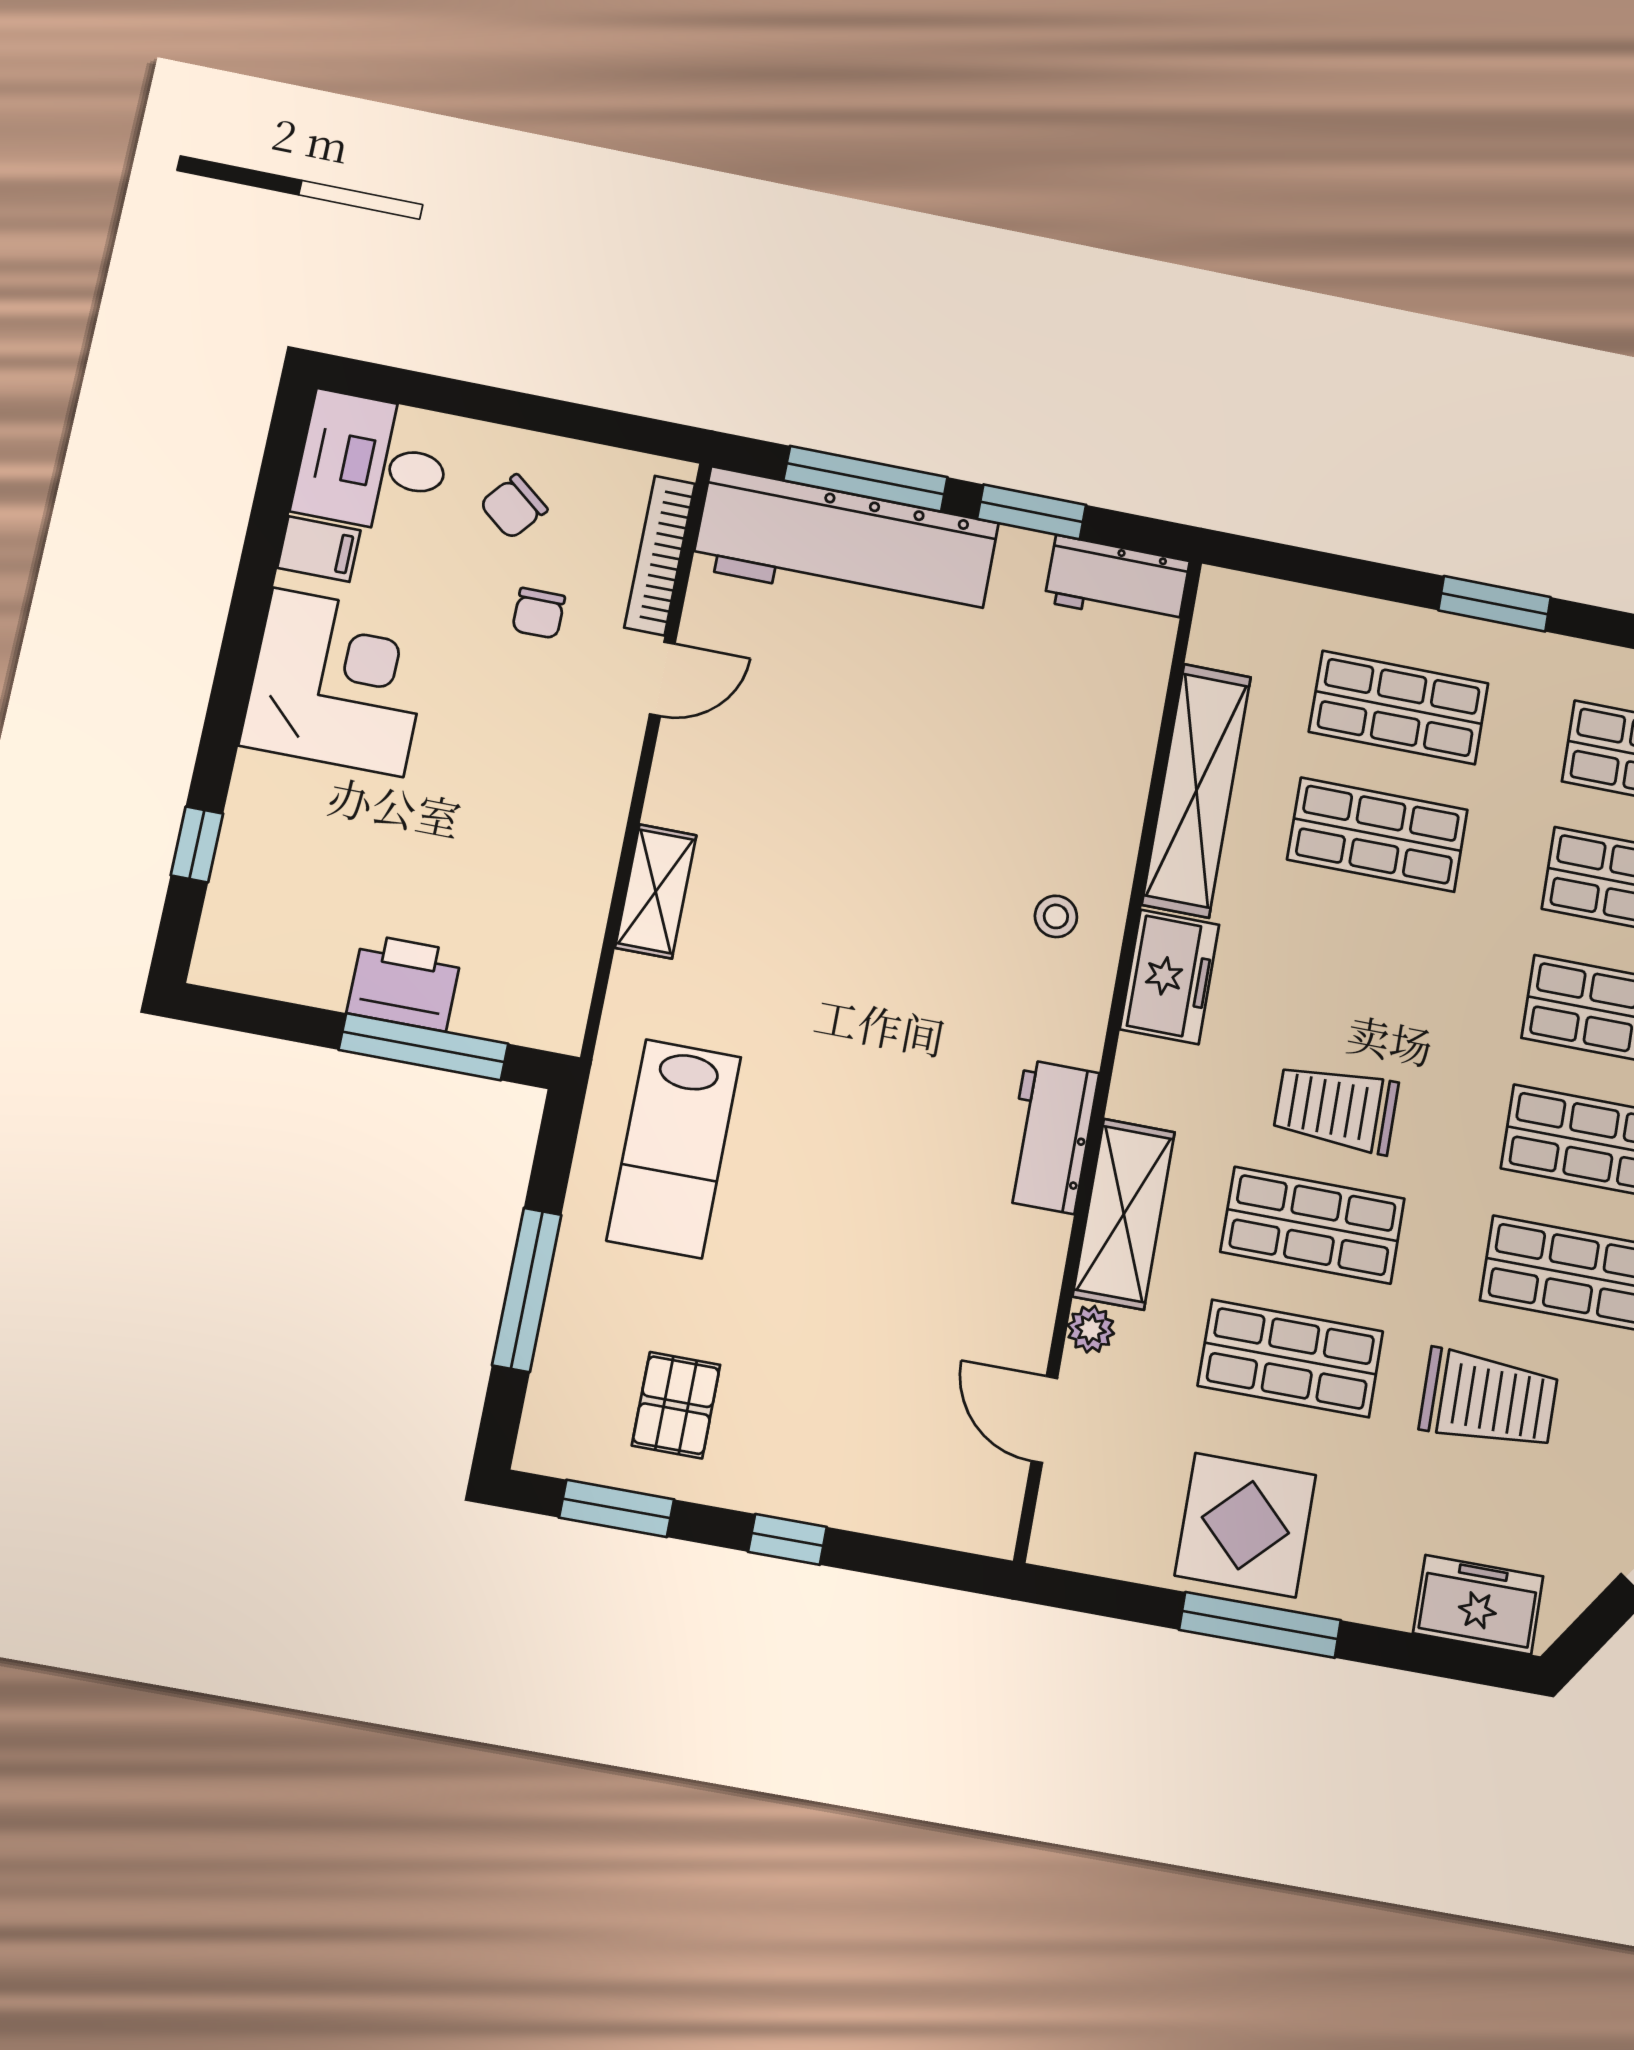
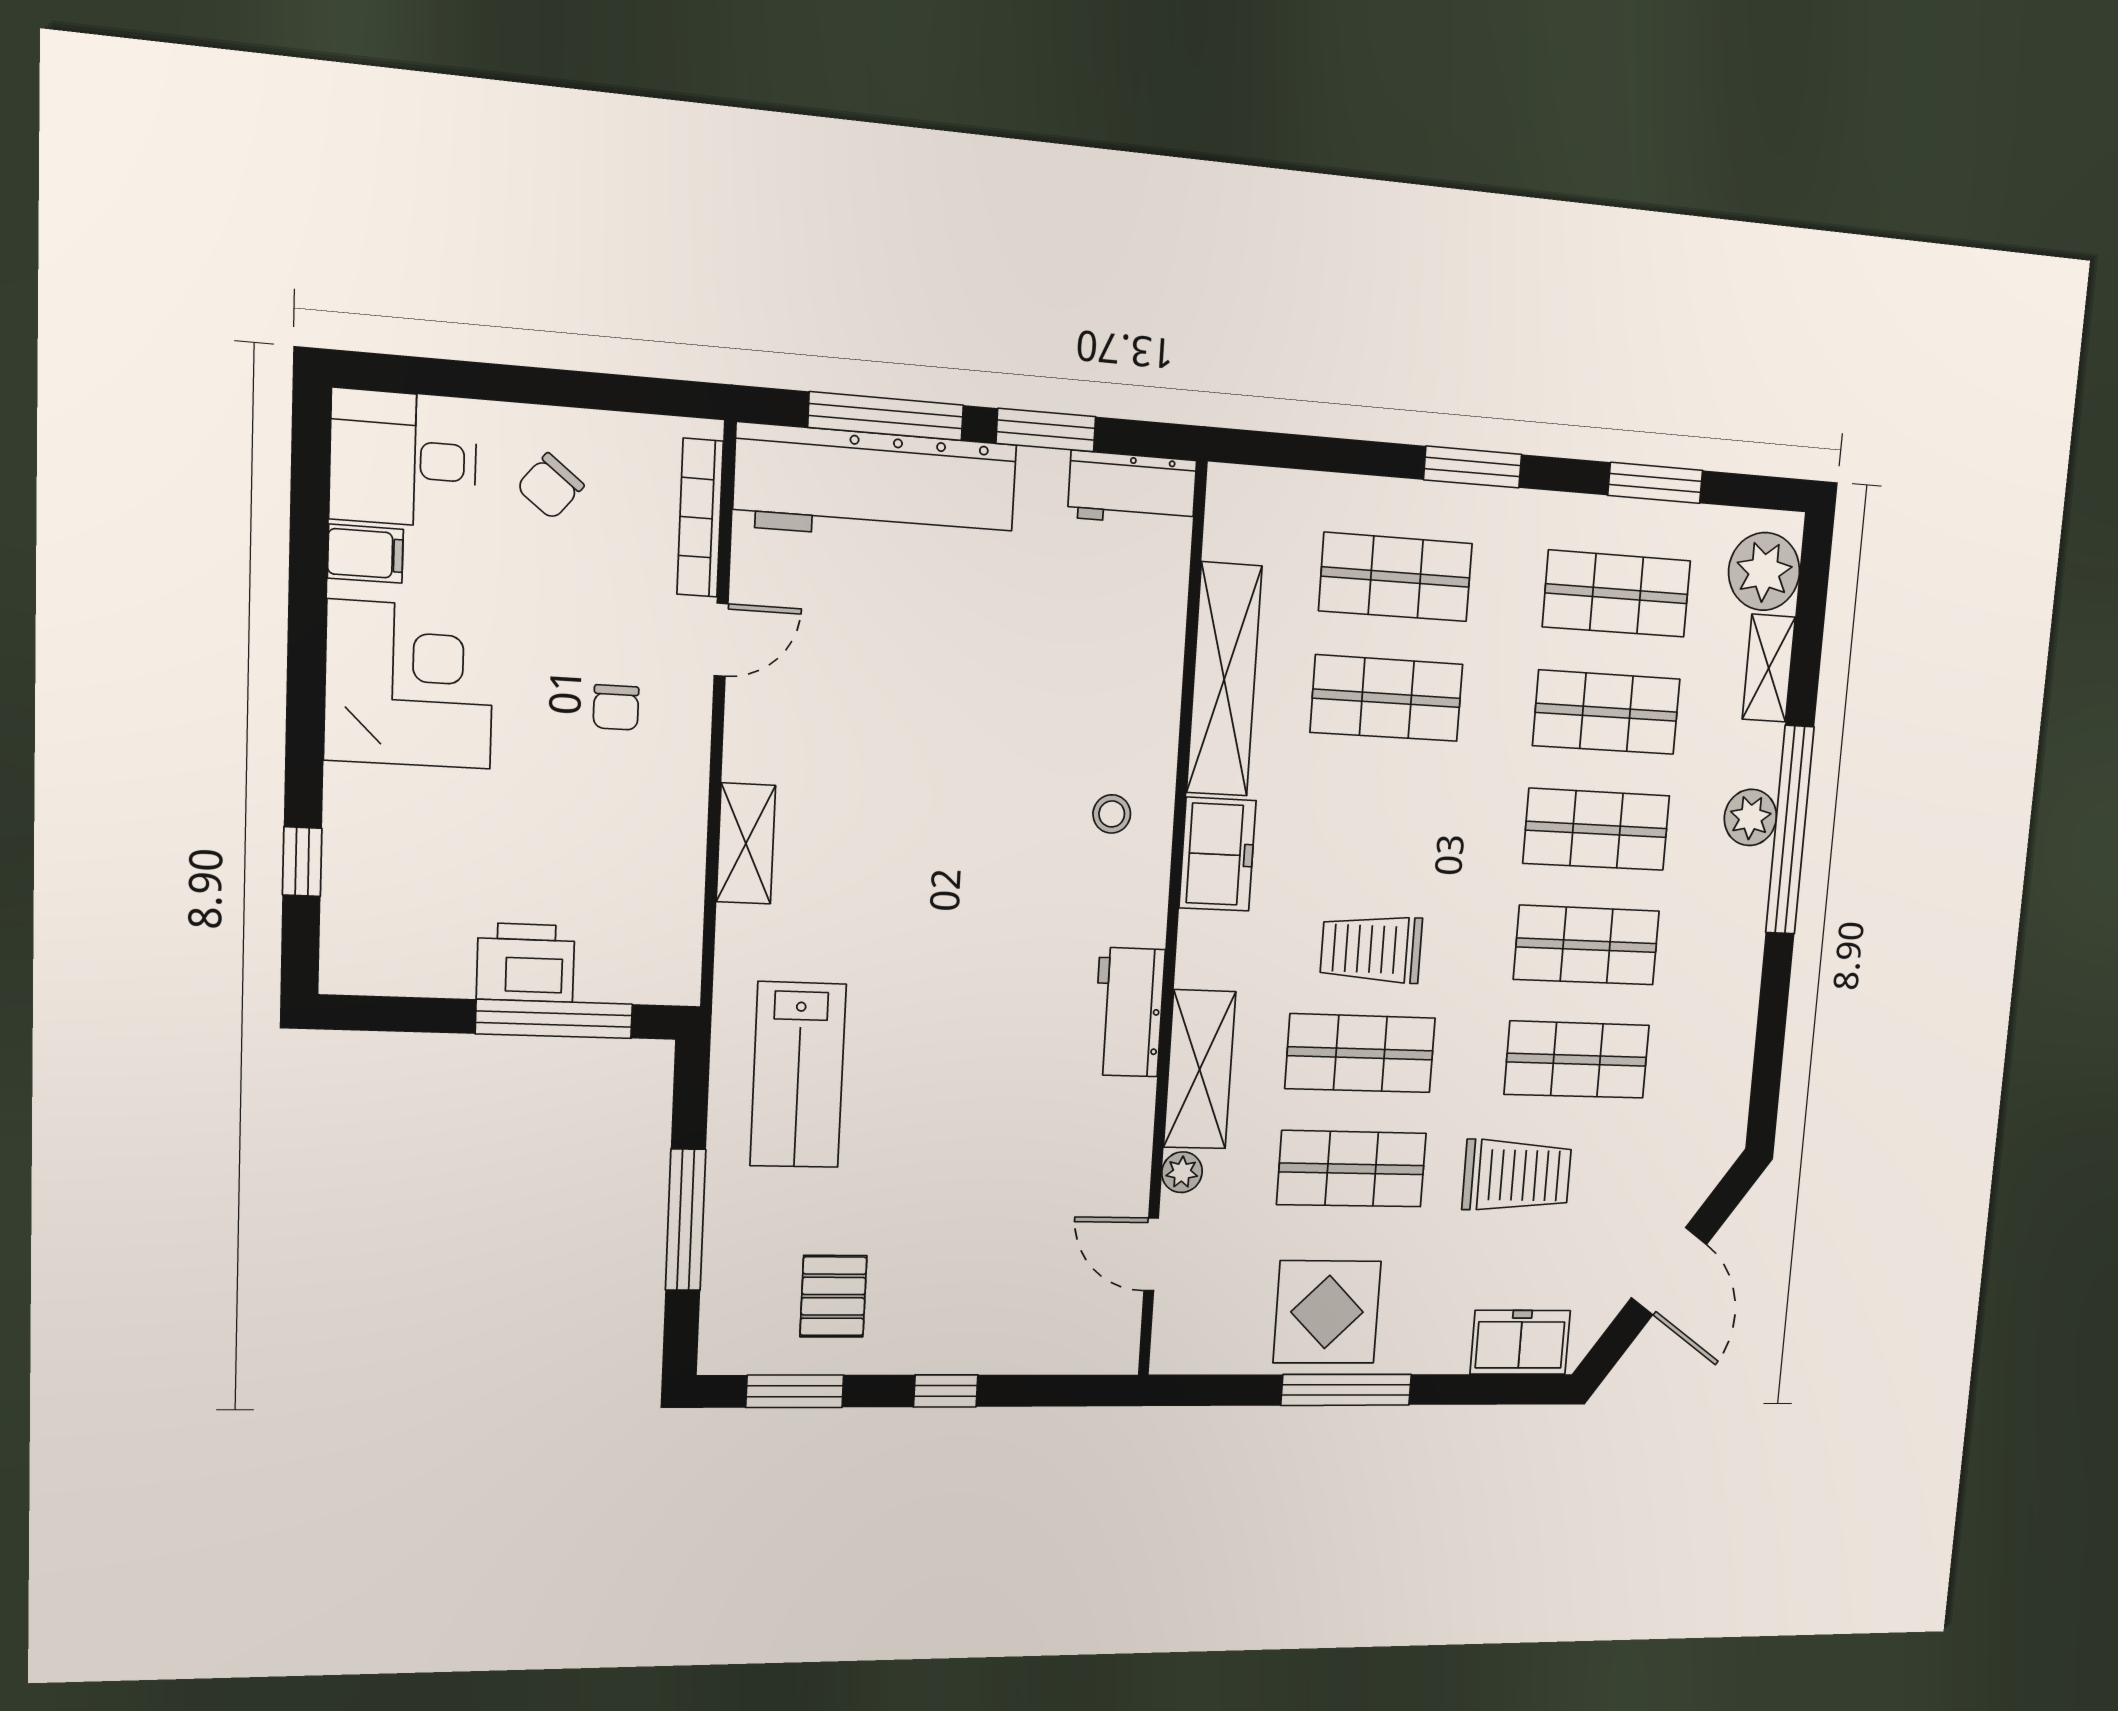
chair: (539, 613) -> (616, 707), moved

